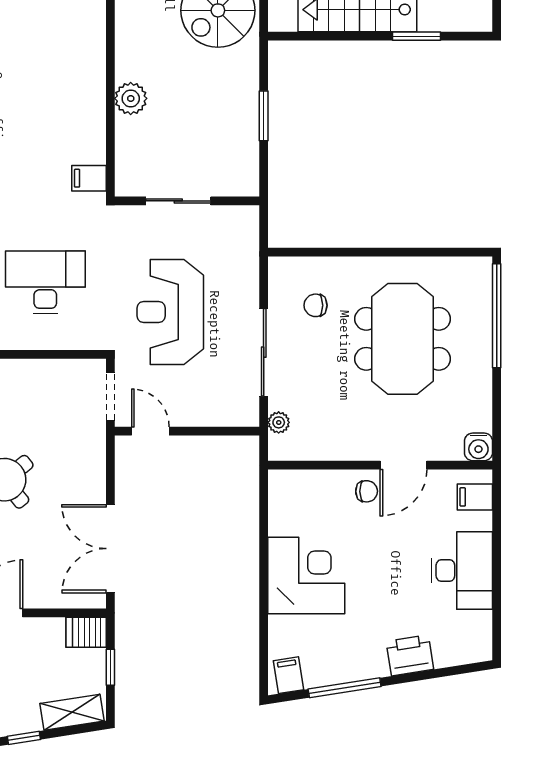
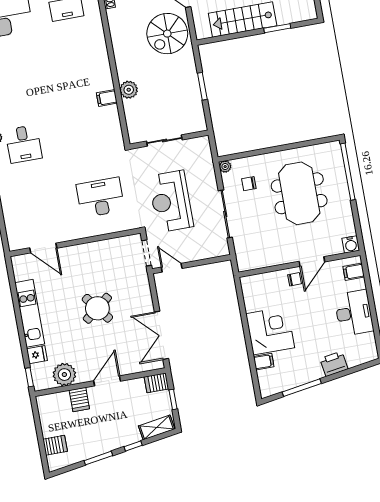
filing cabinet: (89, 178) -> (107, 98), moved
plant: (279, 422) -> (225, 167), moved
filing cabinet: (288, 675) -> (264, 362), moved, turned 99

